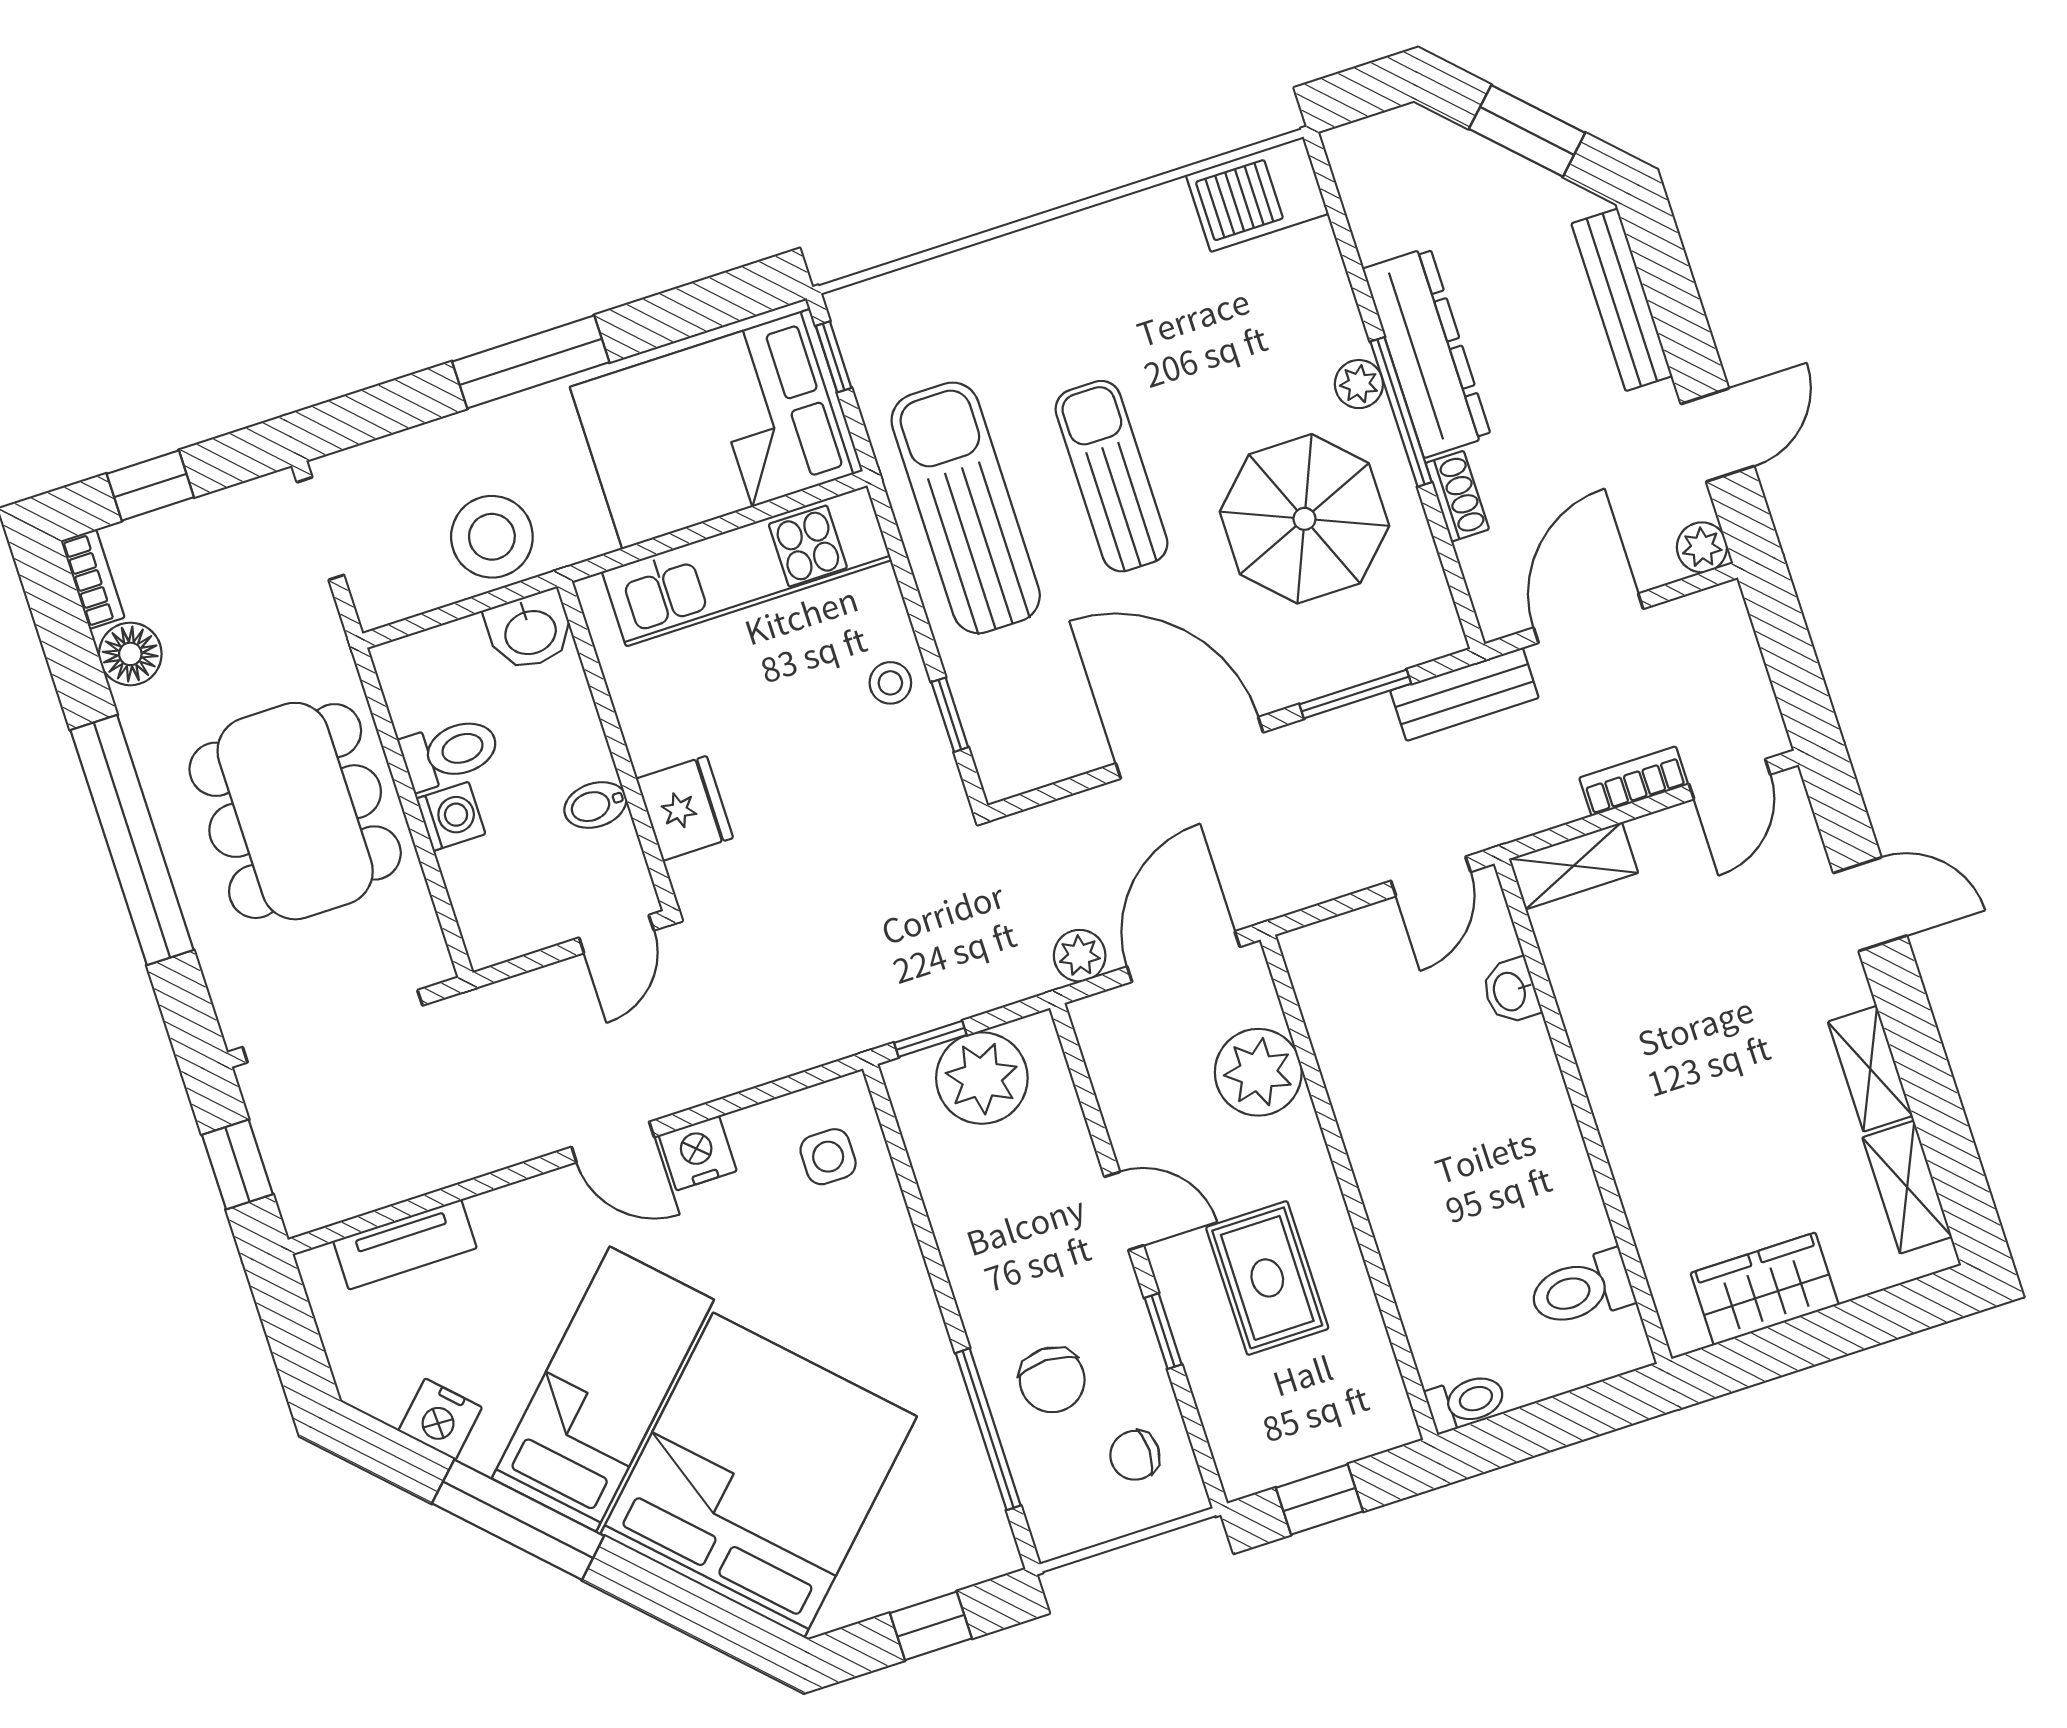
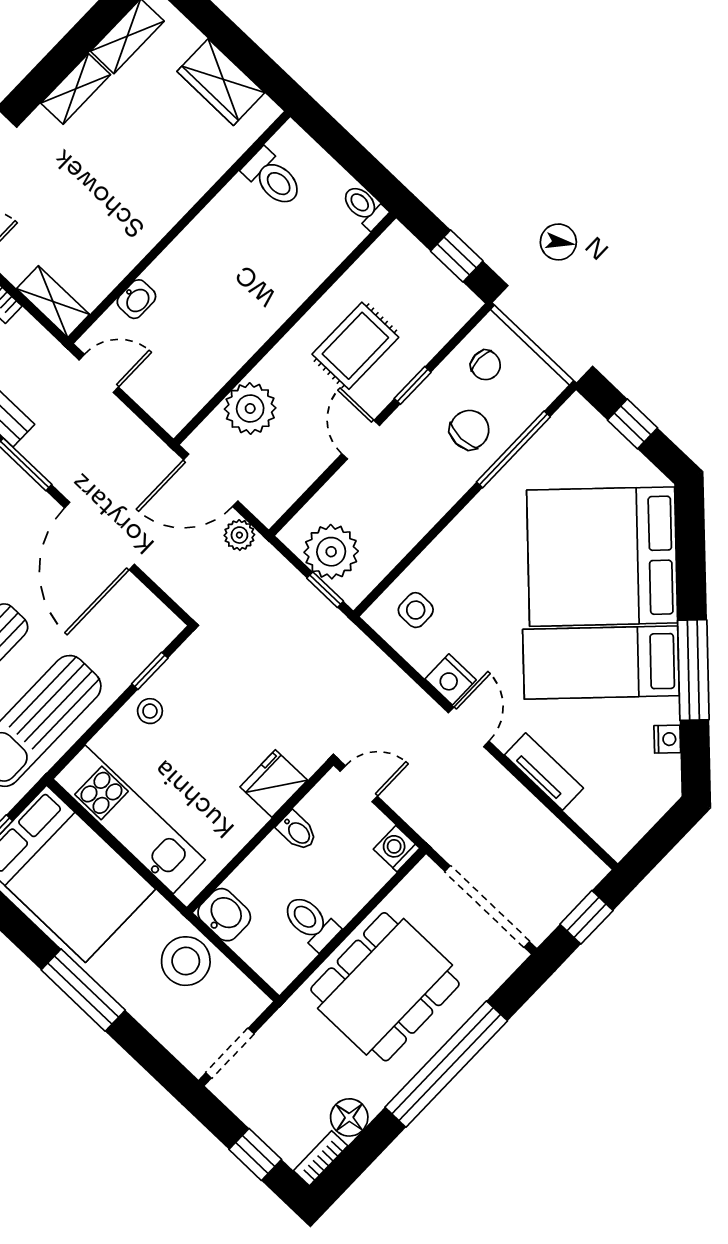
washing machine: (451, 816) -> (396, 849), moved
tv unit: (405, 1244) -> (544, 772), moved
nightstand: (440, 1419) -> (667, 739), width x0.72, depth x0.74

